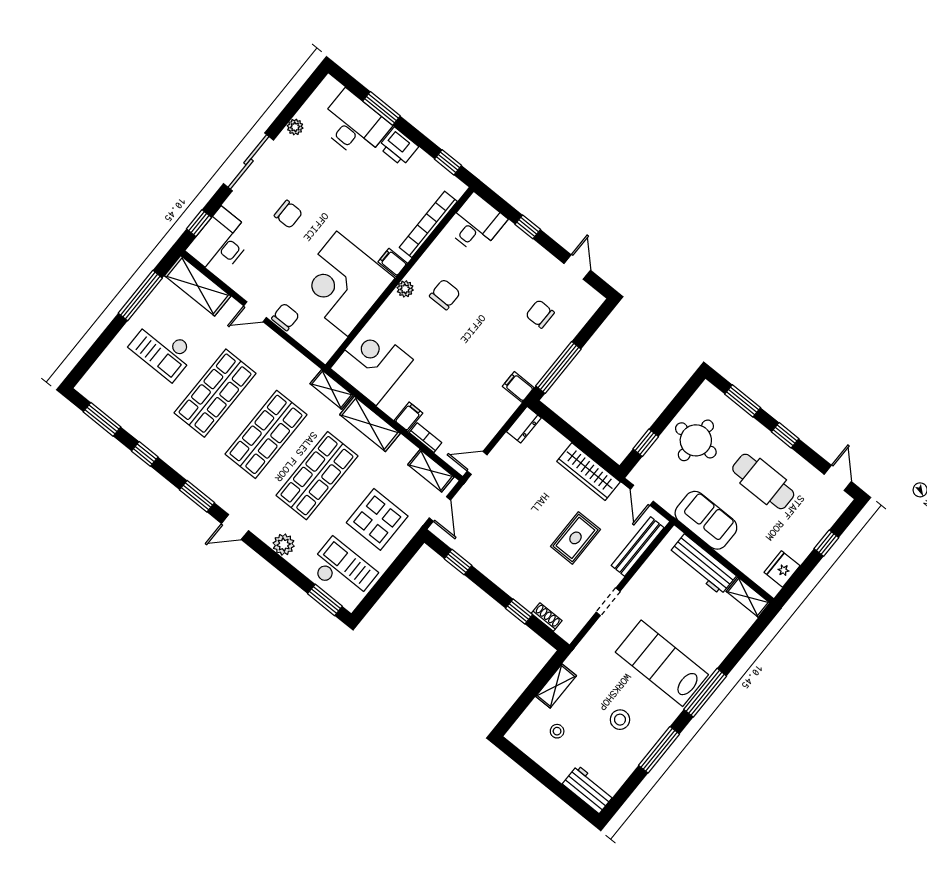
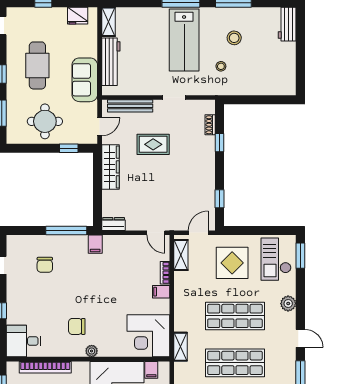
filing cabinet: (393, 262) -> (151, 370), moved
shelving: (370, 424) -> (182, 310), removed
shelving: (556, 686) -> (244, 89), removed
stool: (557, 731) -> (221, 66), moved

